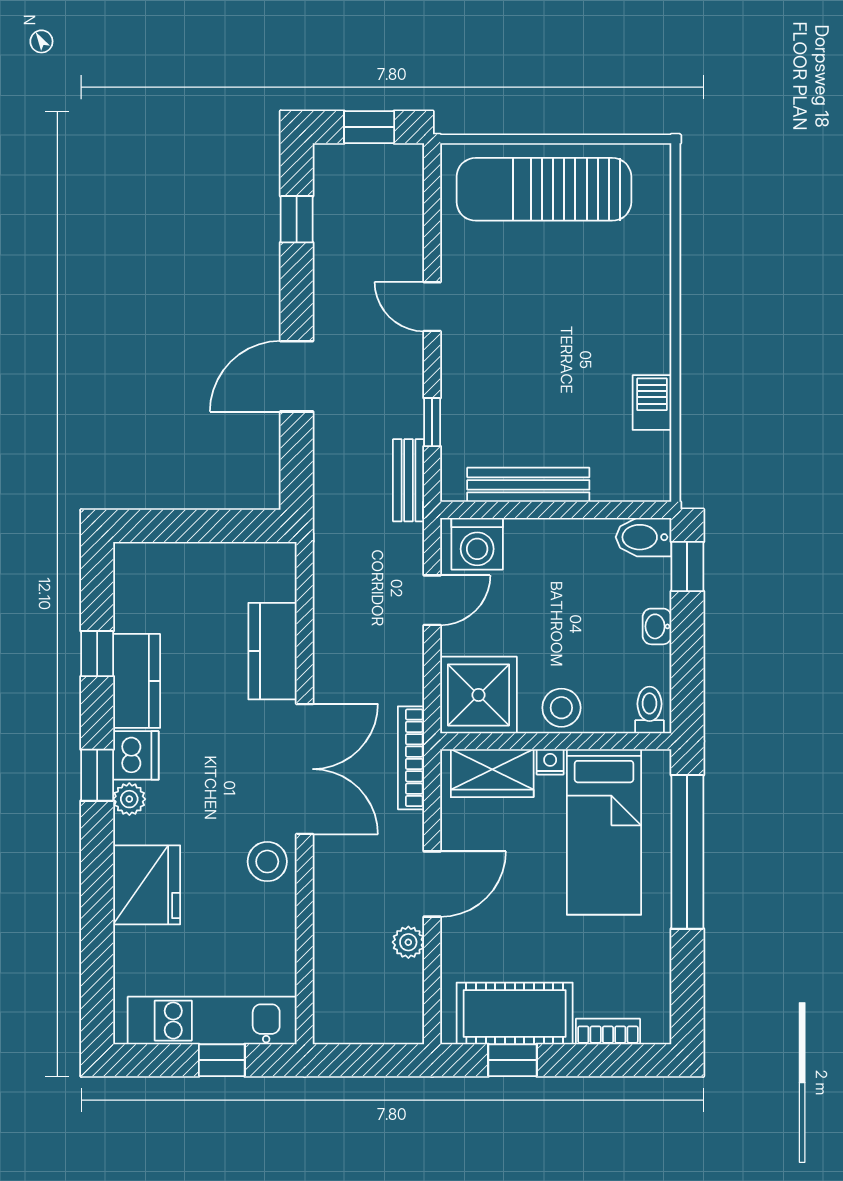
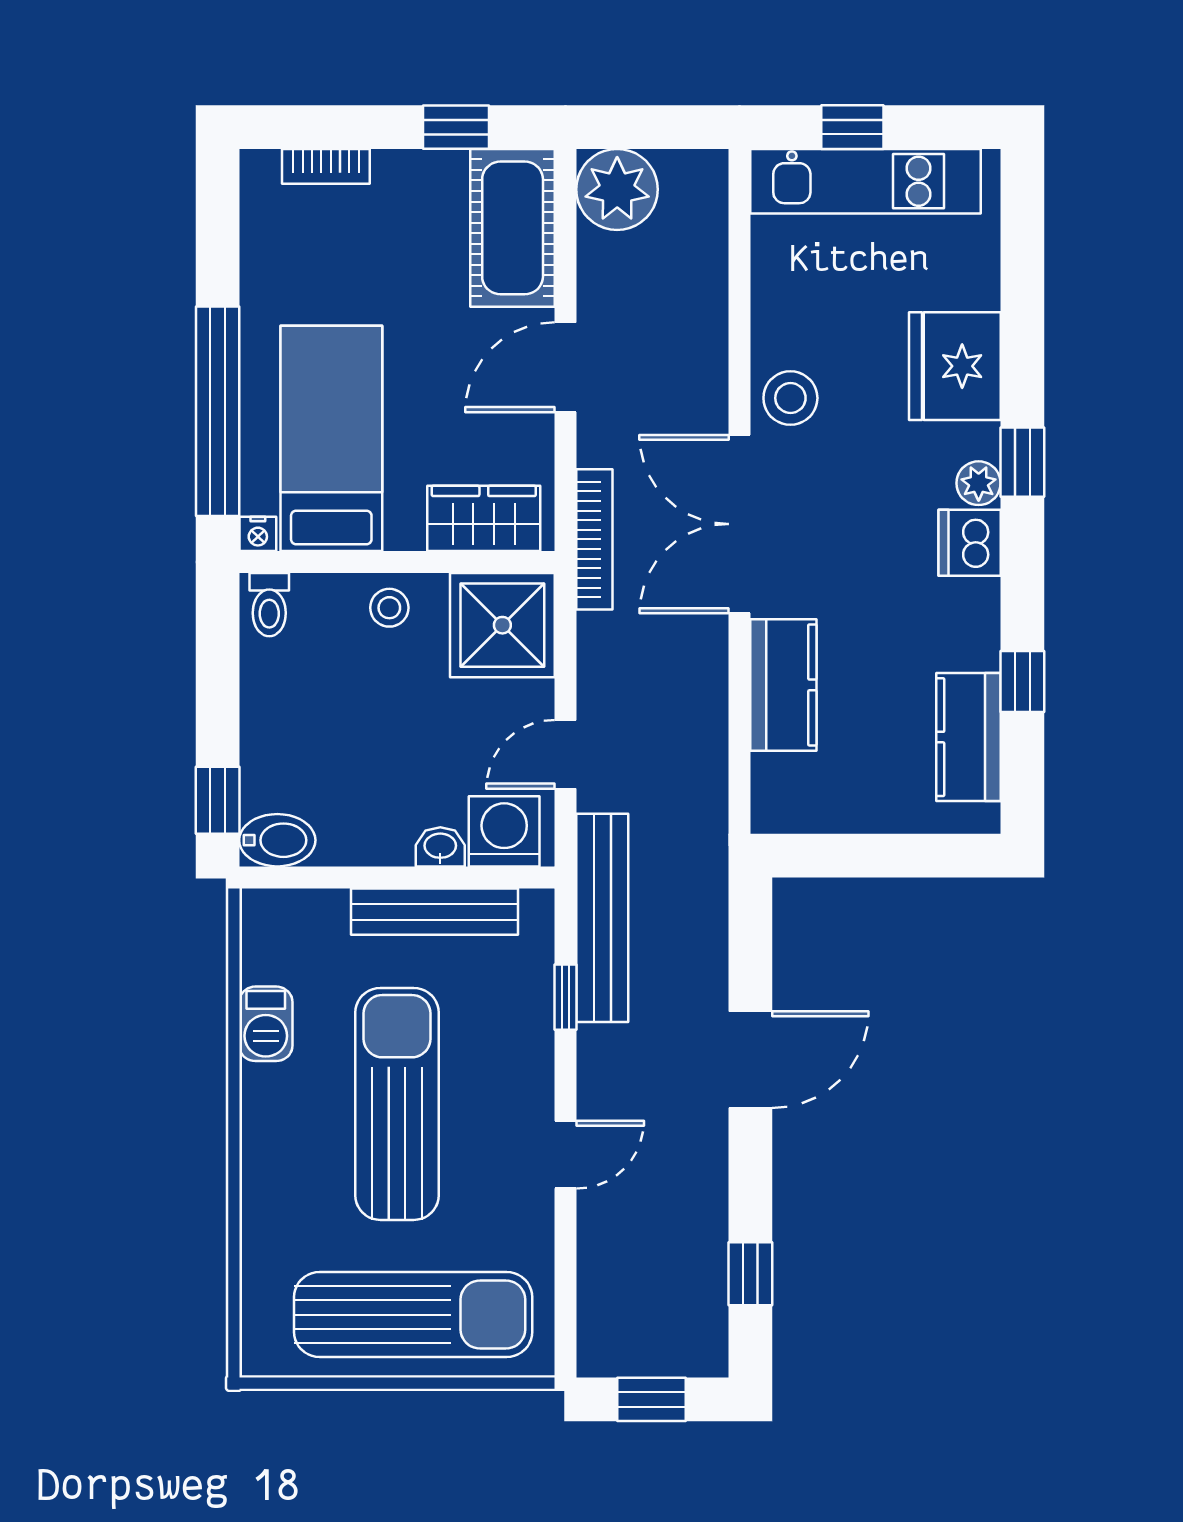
door: (432, 307) -> (566, 1155), hinge flipped
sun lounger: (556, 344) -> (397, 1104), added
bench: (409, 480) -> (602, 918), width x1.86, depth x1.21
washbasin: (657, 626) -> (440, 847), moved, turned -90
kitchen counter: (137, 681) -> (968, 737), moved
stool: (561, 708) -> (389, 608), width x0.73, depth x0.73
nightstand: (550, 762) -> (258, 534), moved
window: (97, 775) -> (1022, 462), moved
plant: (408, 942) -> (617, 189), moved, width x1.88, depth x1.88
cot: (515, 1013) -> (513, 228), moved, turned 90

